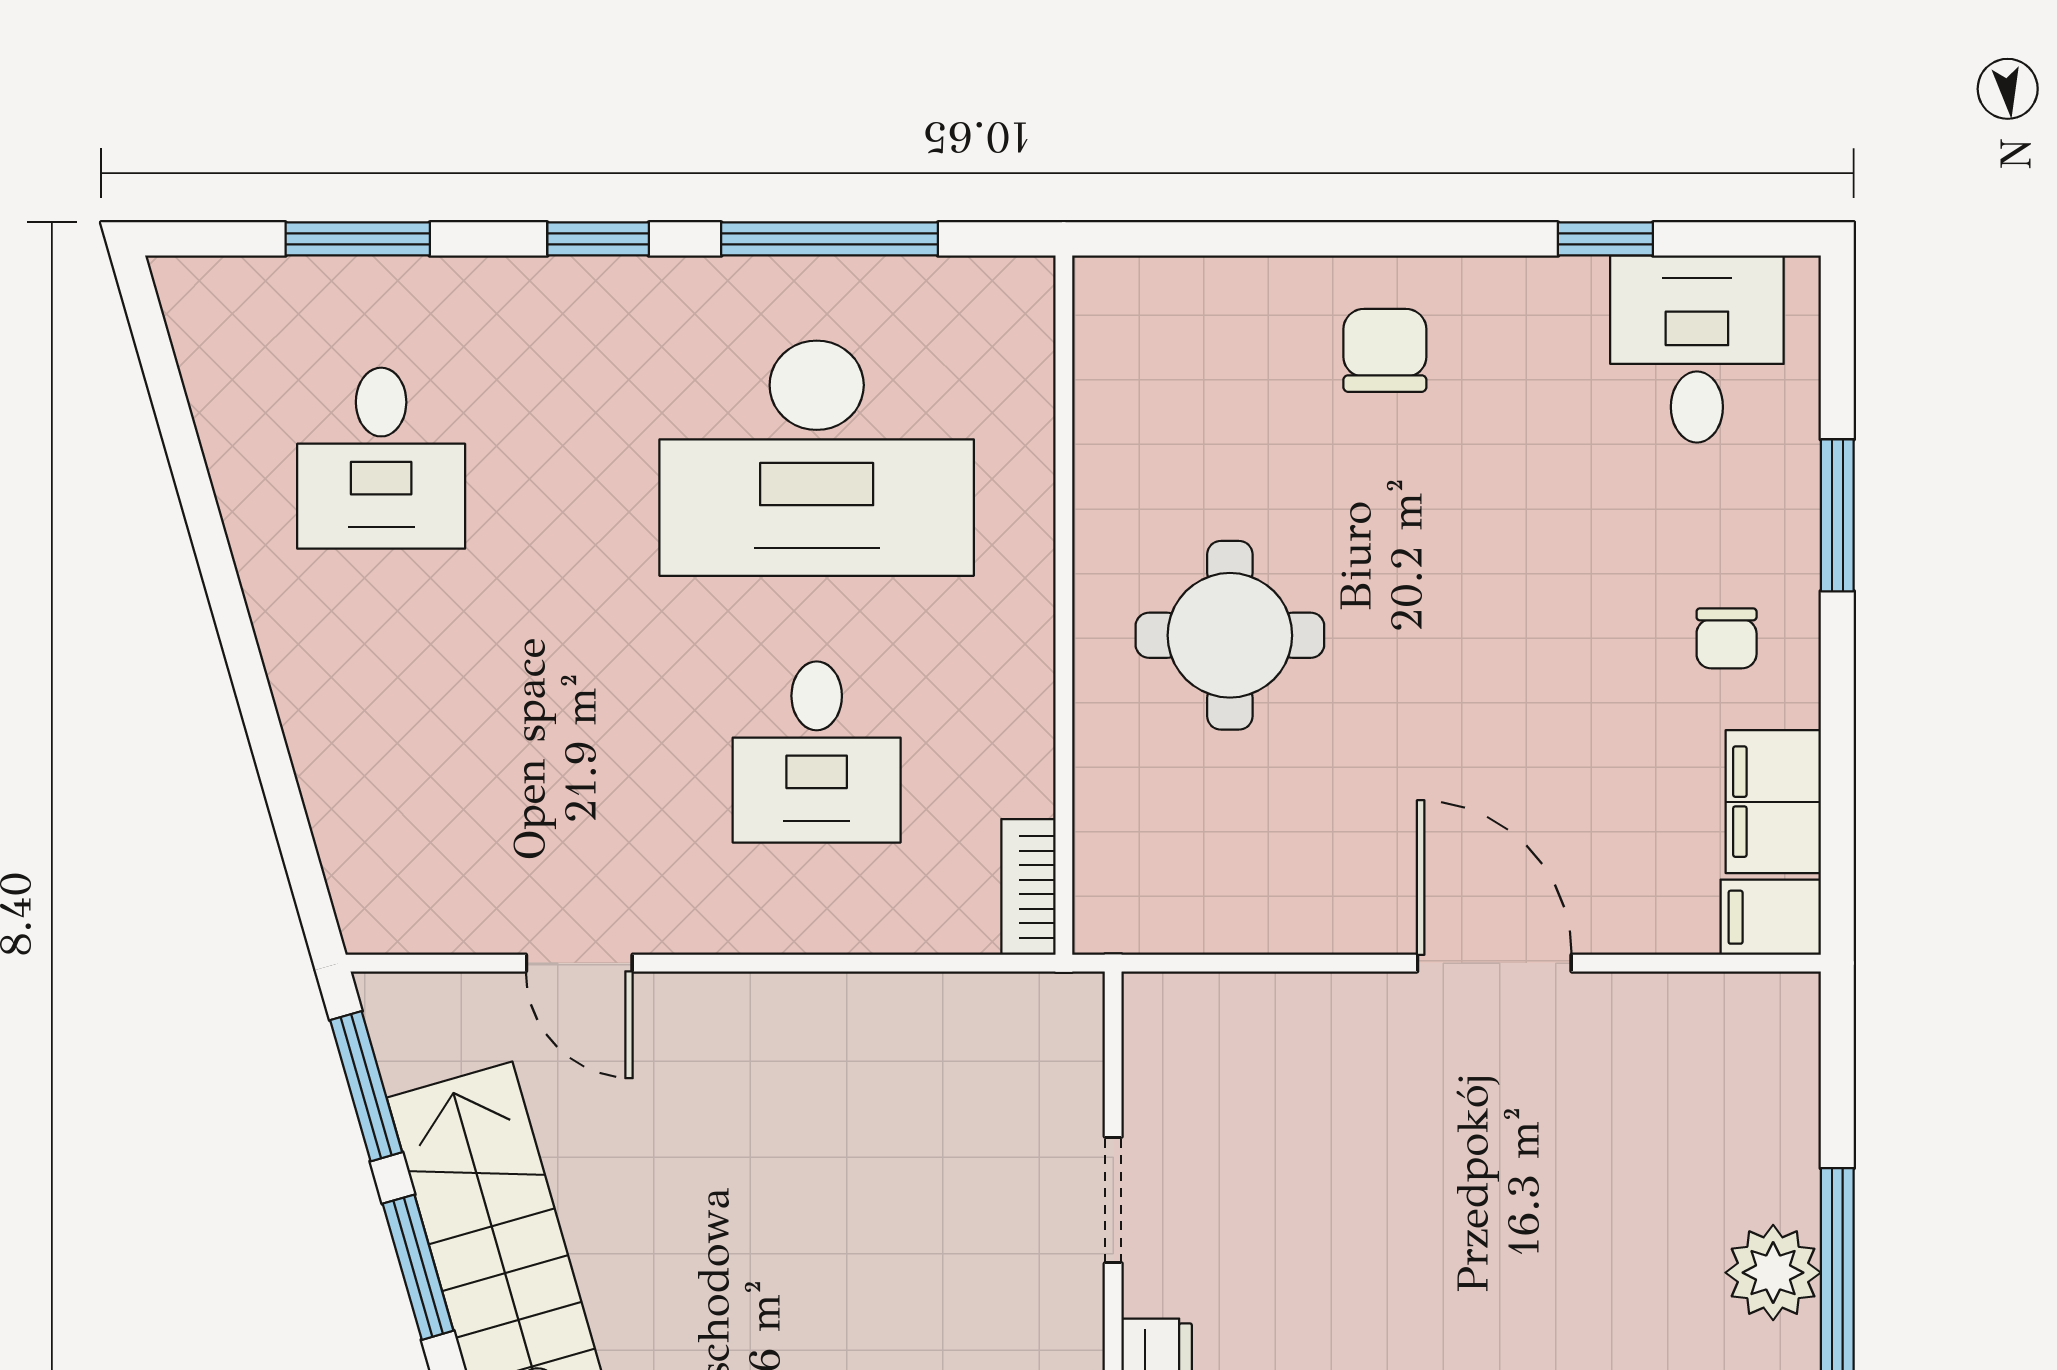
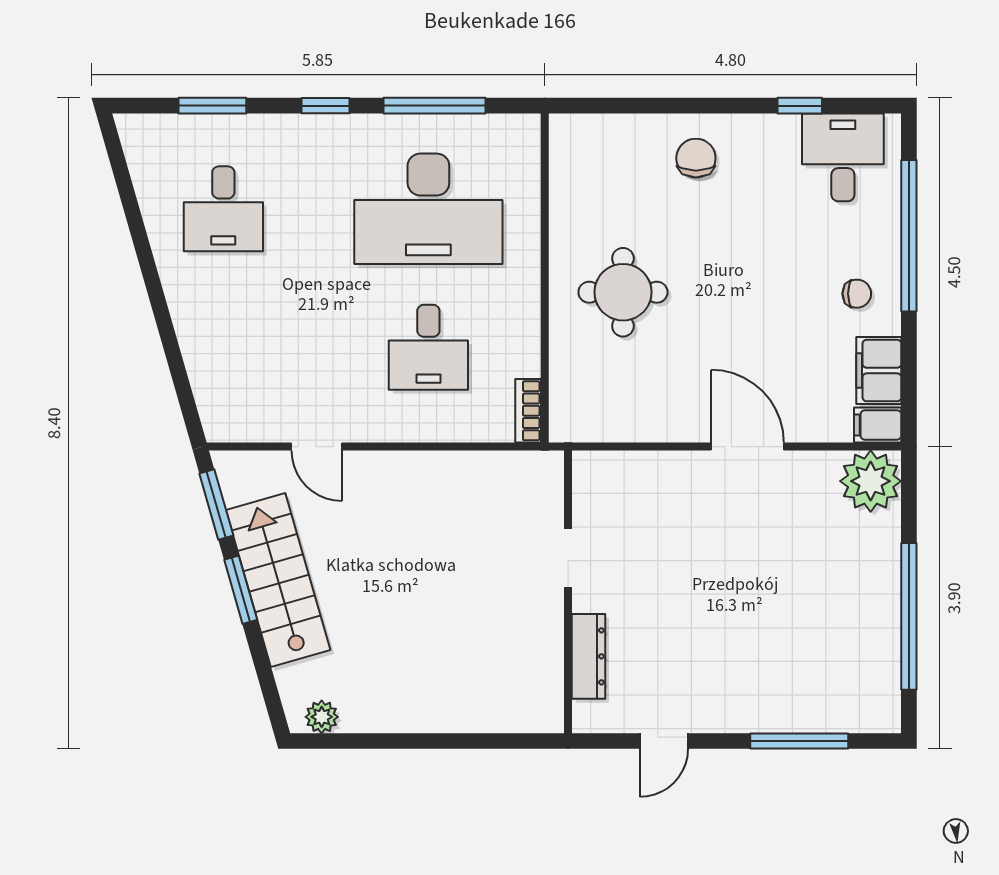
window: (1837, 515) -> (909, 236), width x2.11
chair: (1727, 638) -> (857, 294), turned -90
plant: (1773, 1273) -> (871, 481), moved, width x1.36, depth x1.36

